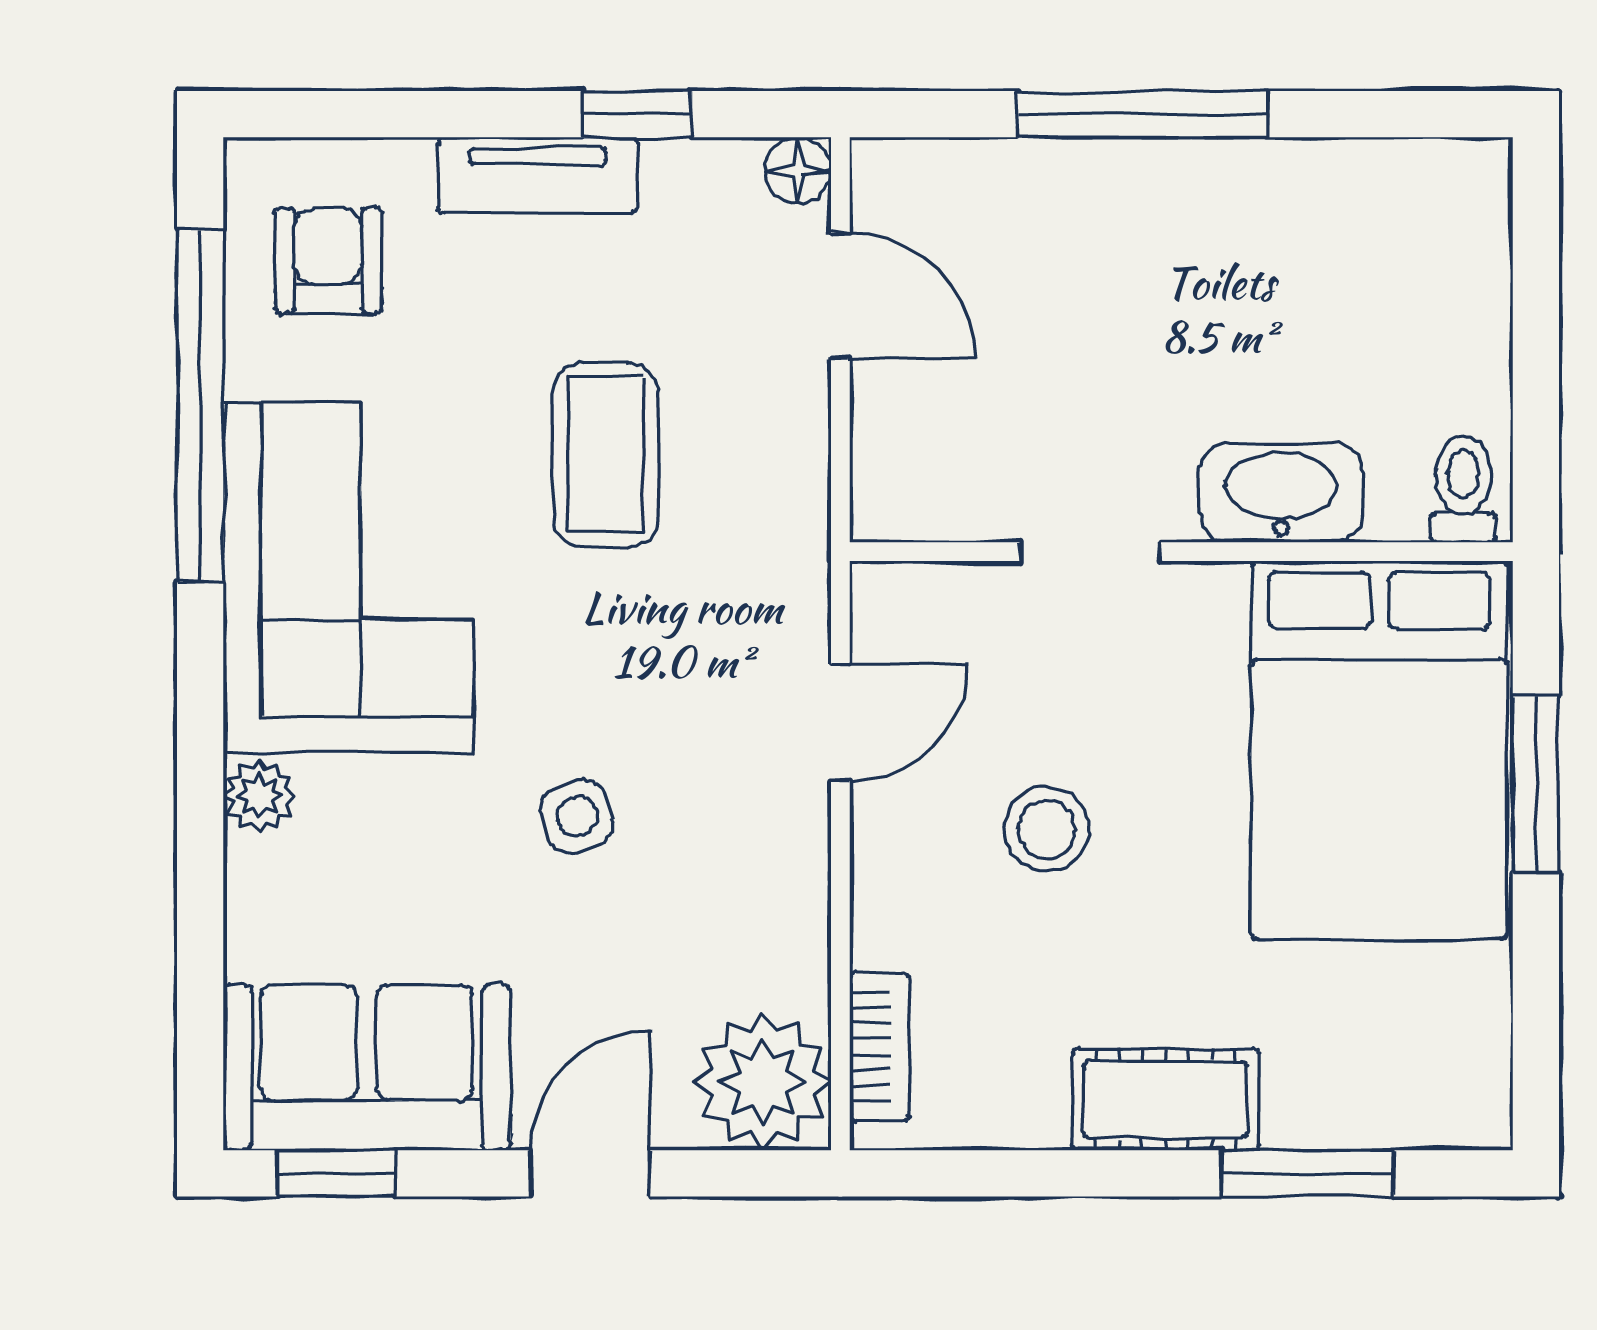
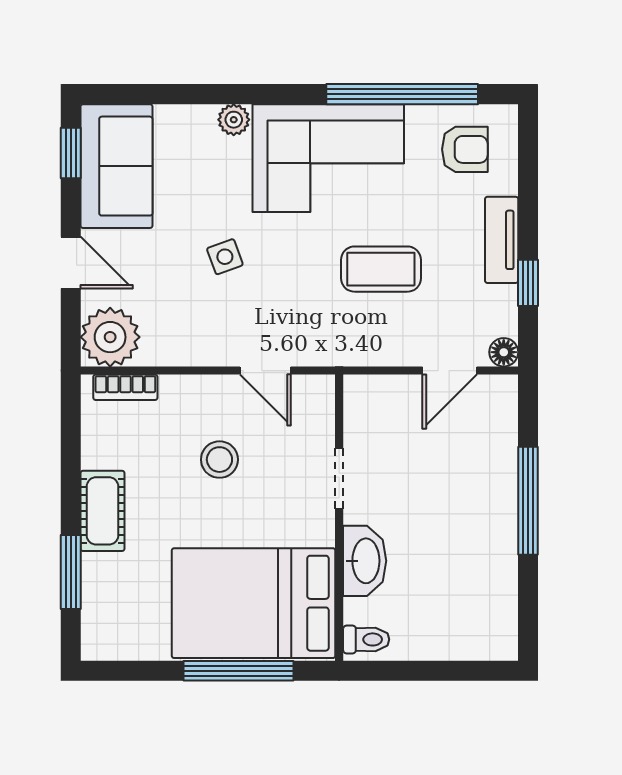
window: (1536, 785) -> (239, 671), width x1.44

